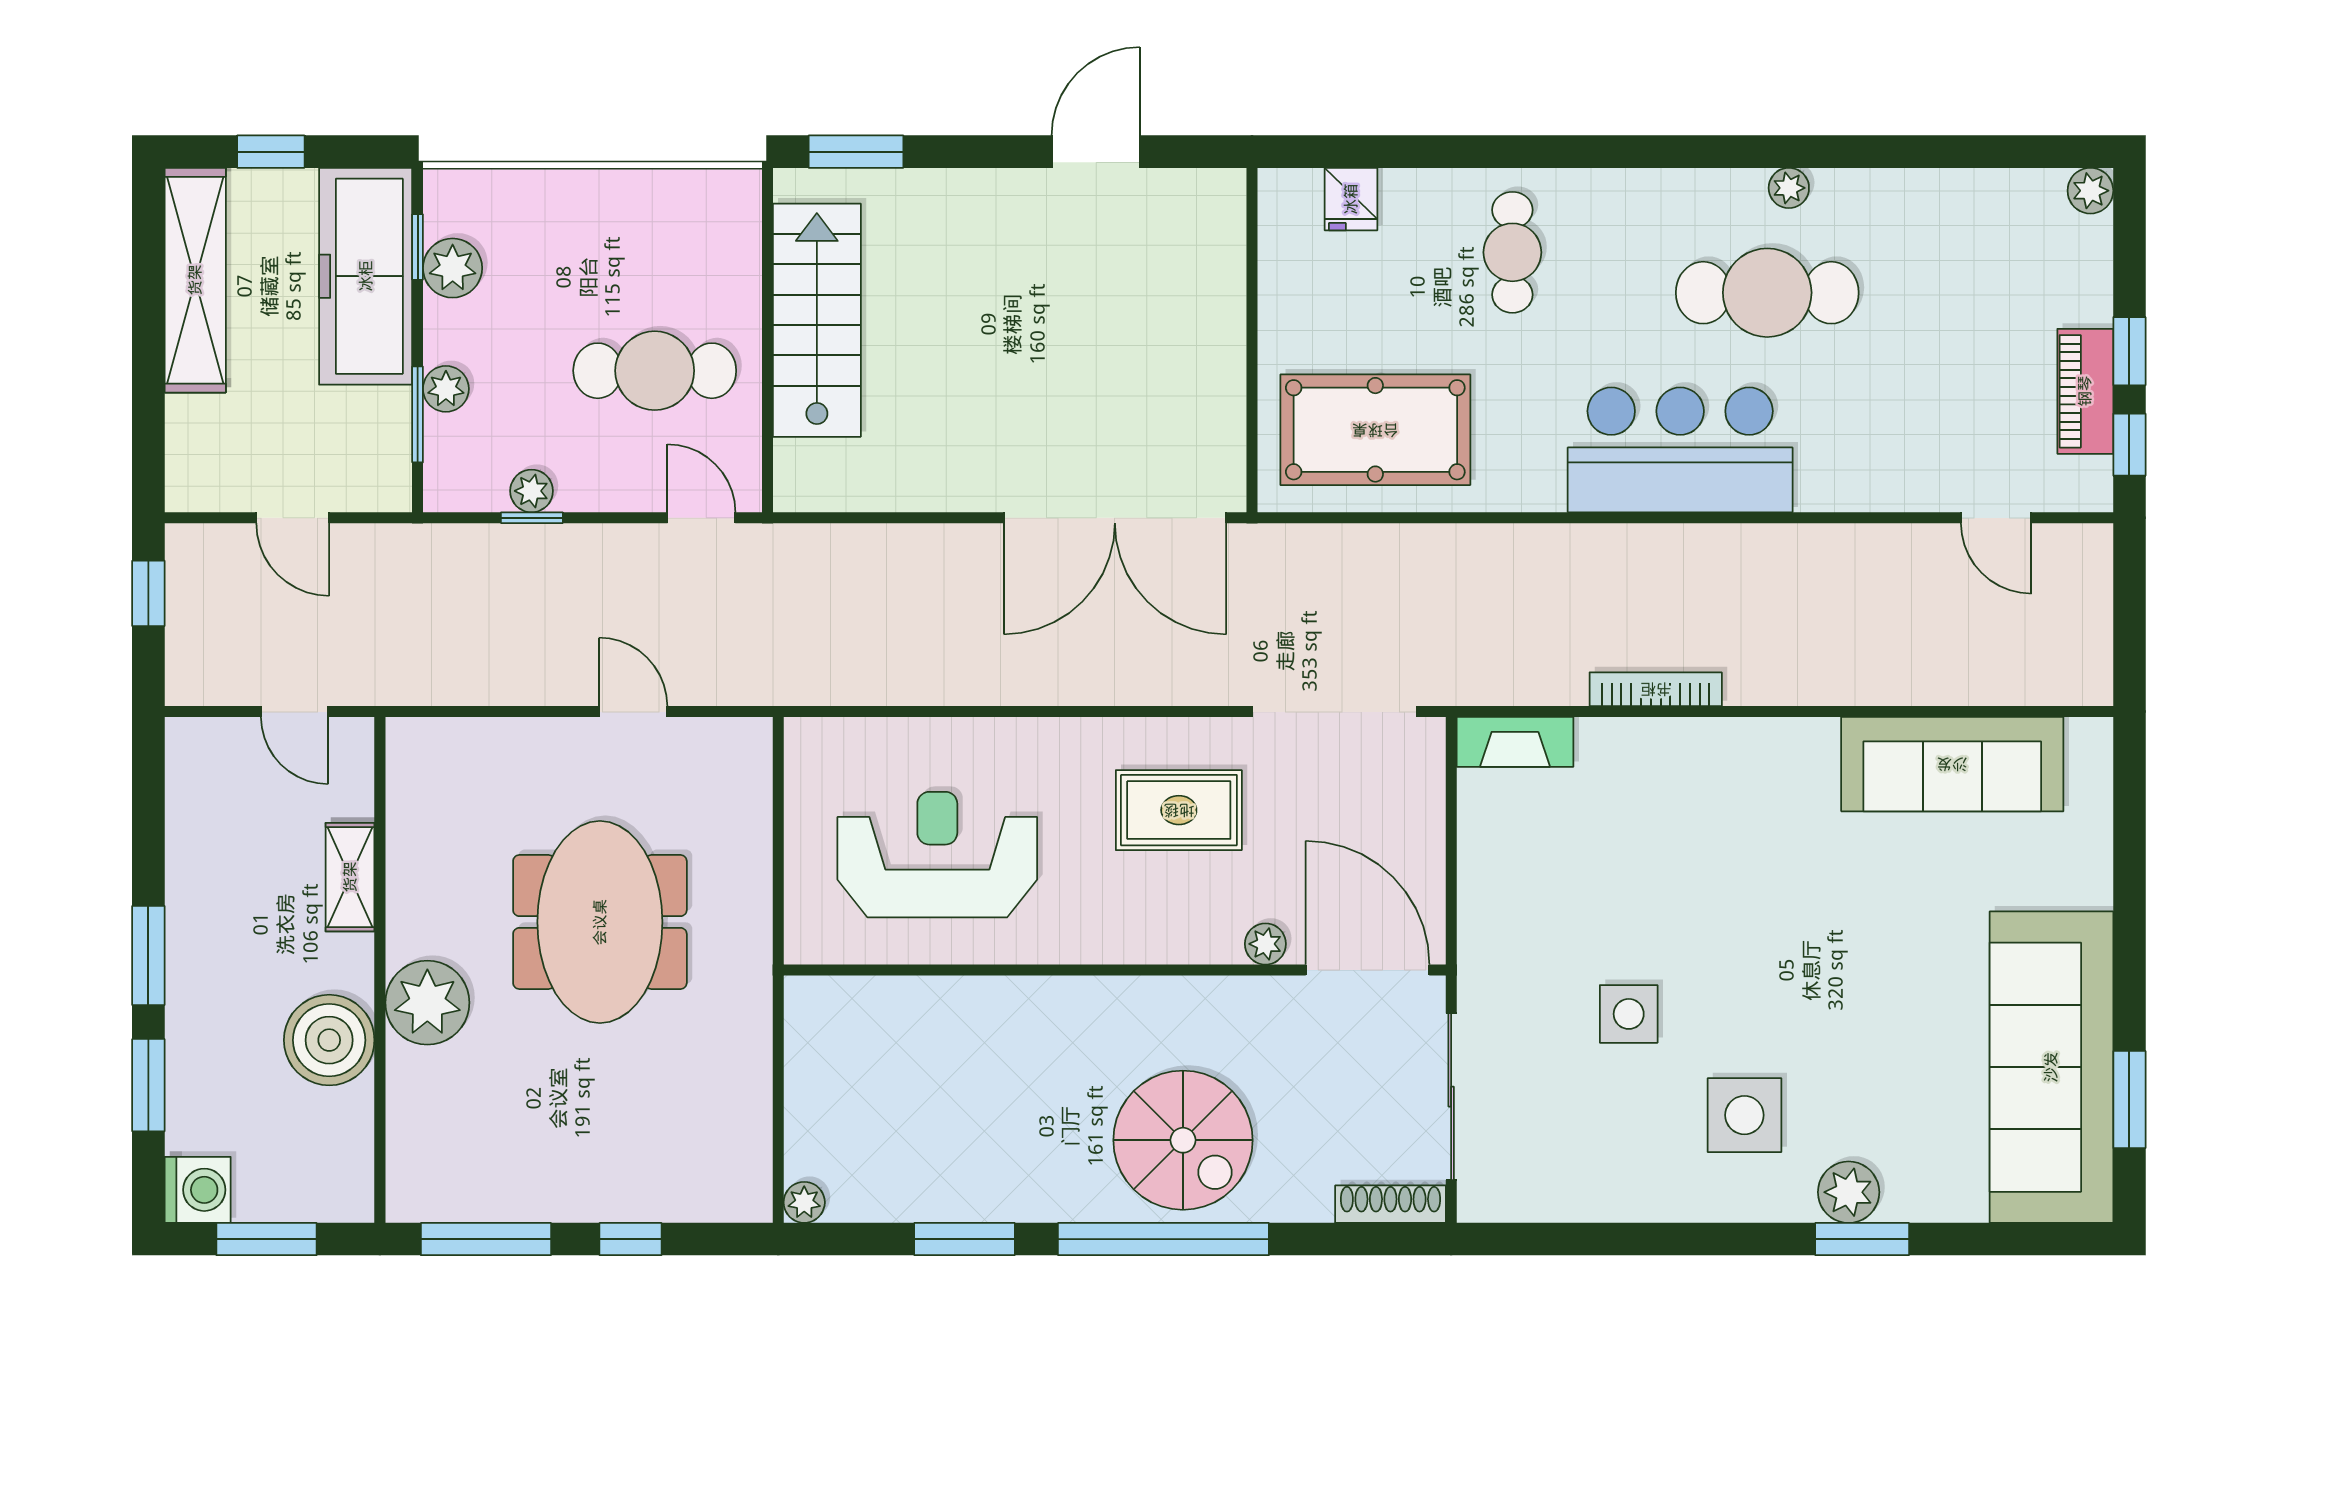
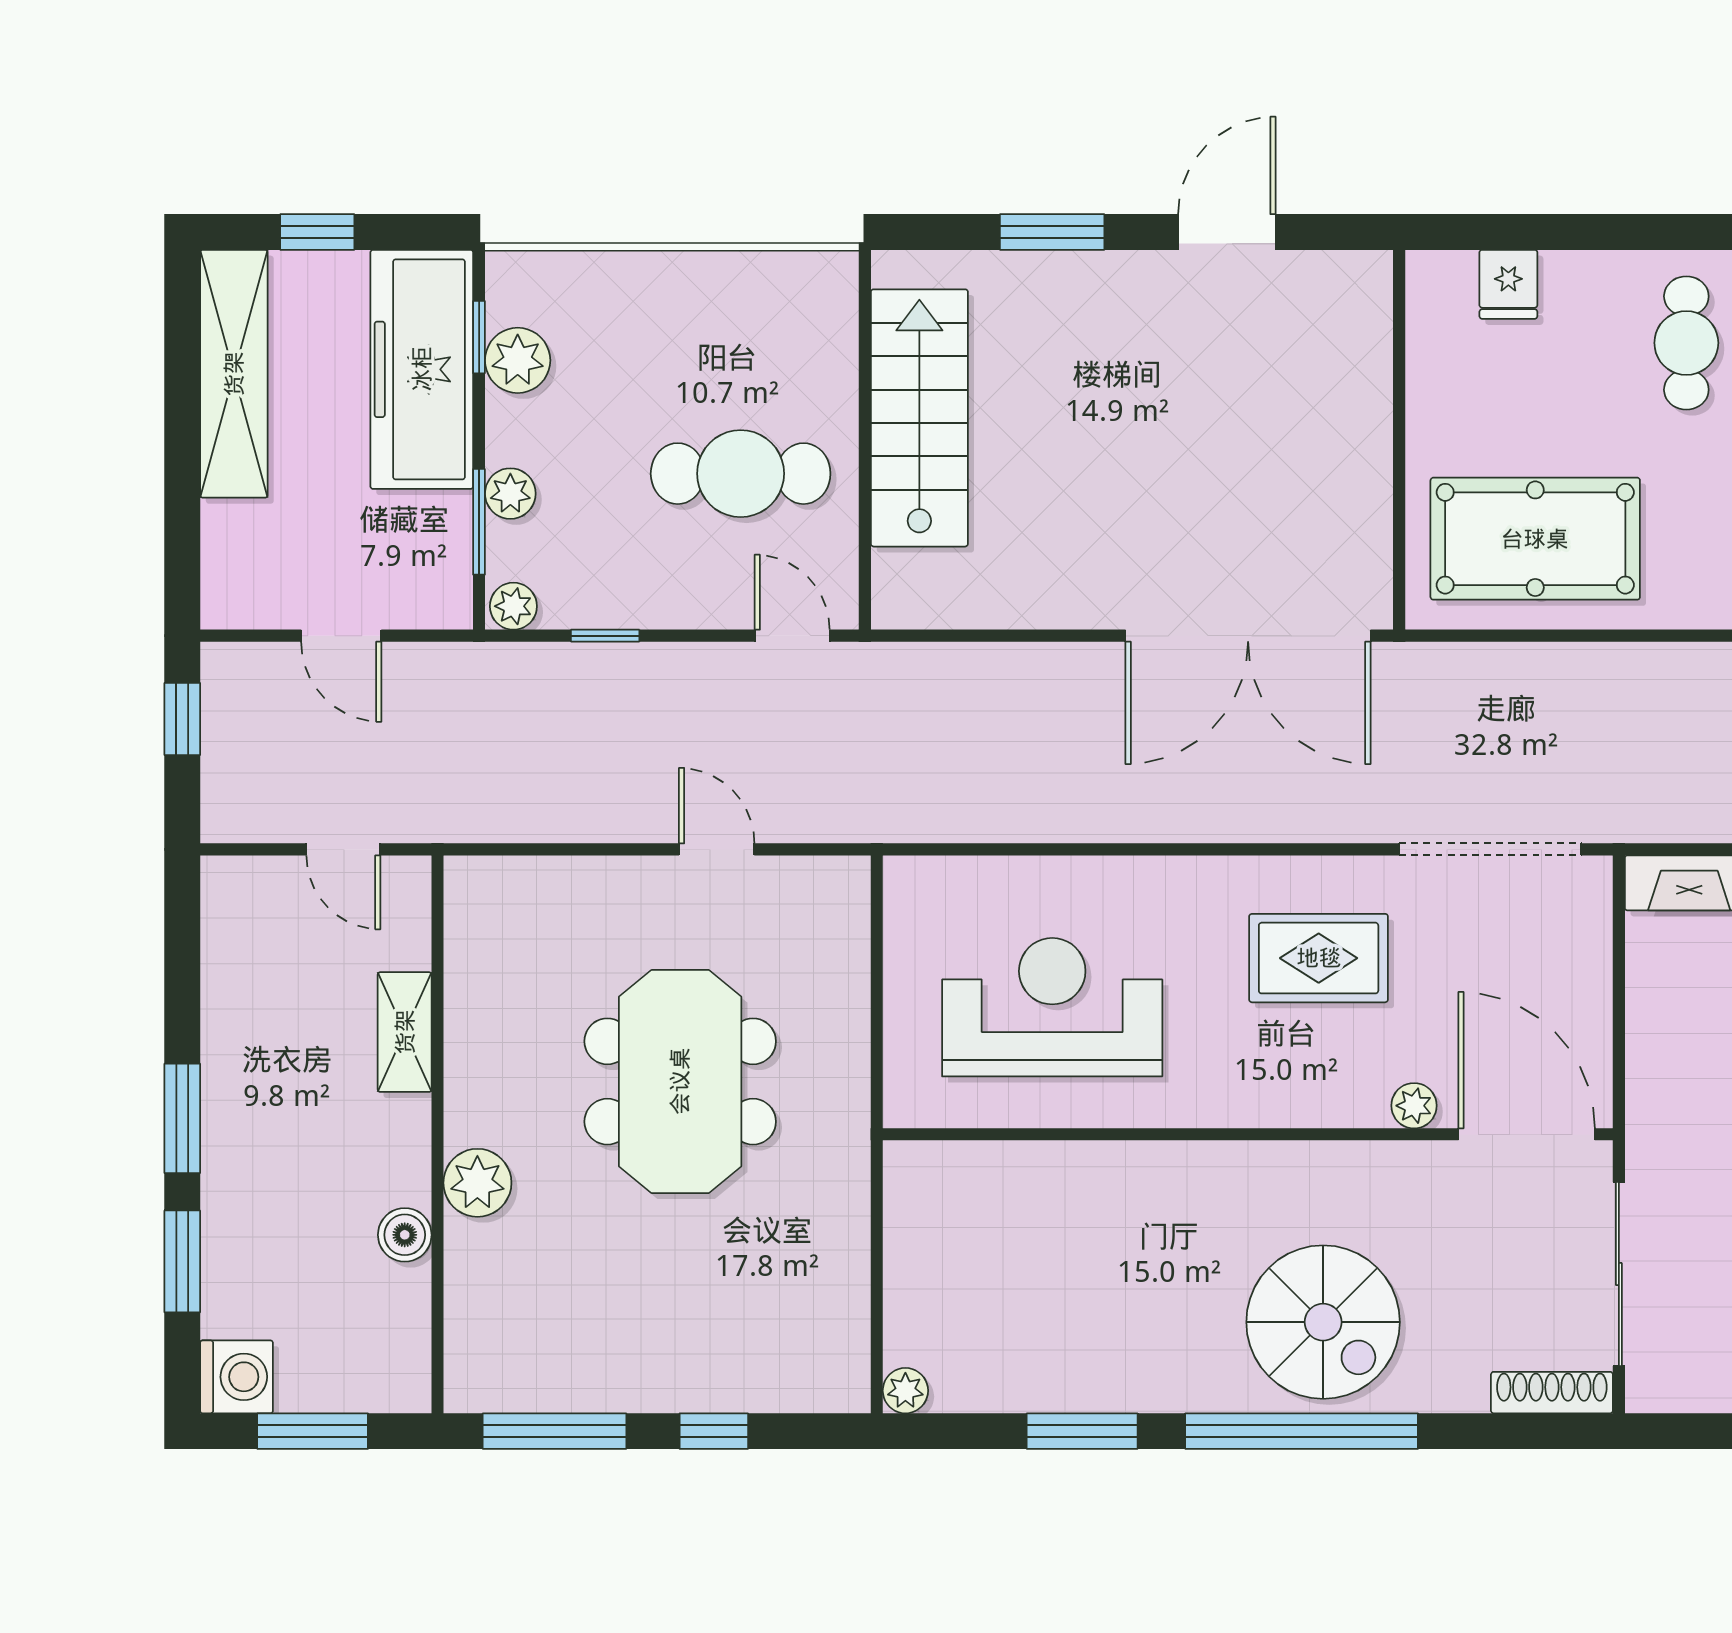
window: (856, 152) -> (1052, 232), moved
plant: (532, 491) -> (513, 606), moved
plant: (427, 1003) -> (477, 1183), width x0.73, depth x0.73
boiler: (329, 1040) -> (405, 1235), width x0.54, depth x0.54

